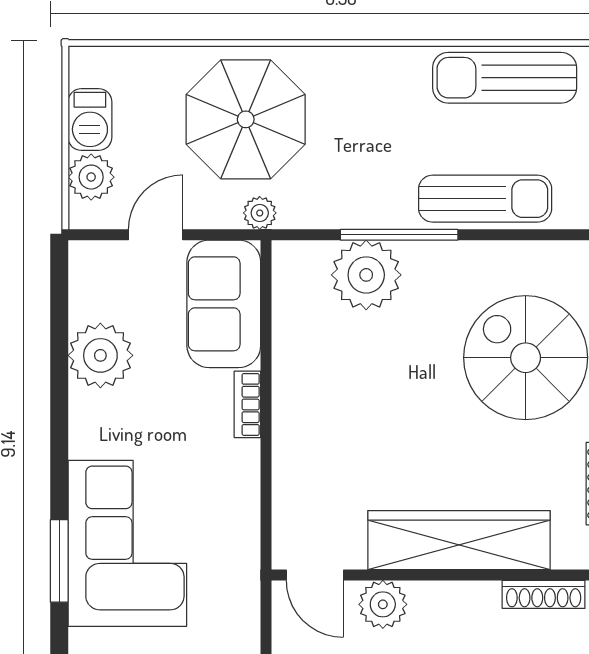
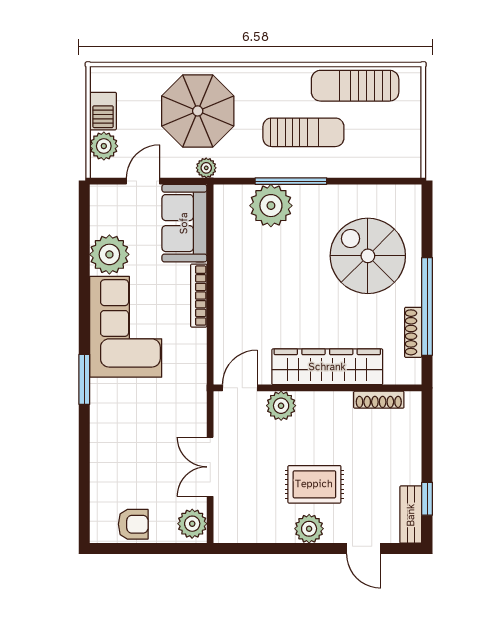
sun lounger: (485, 199) -> (303, 132), moved
bookcase: (247, 404) -> (199, 296), width x1.56
corner sofa: (127, 543) -> (126, 327), moved
door: (315, 575) -> (240, 388), swing flipped

